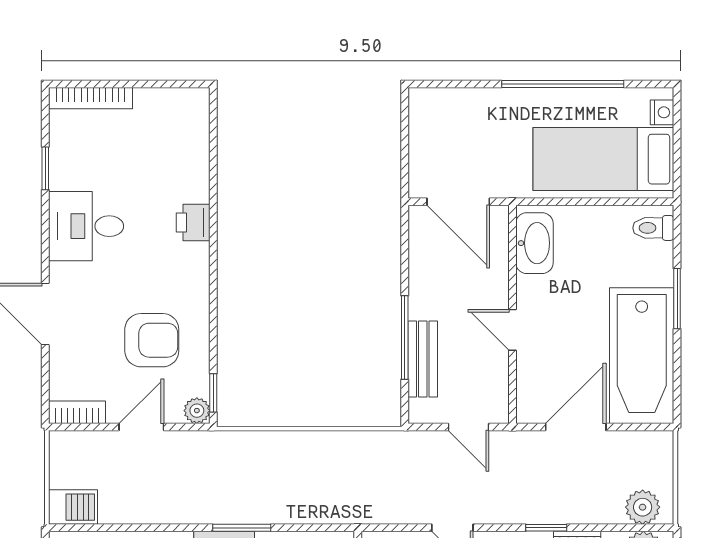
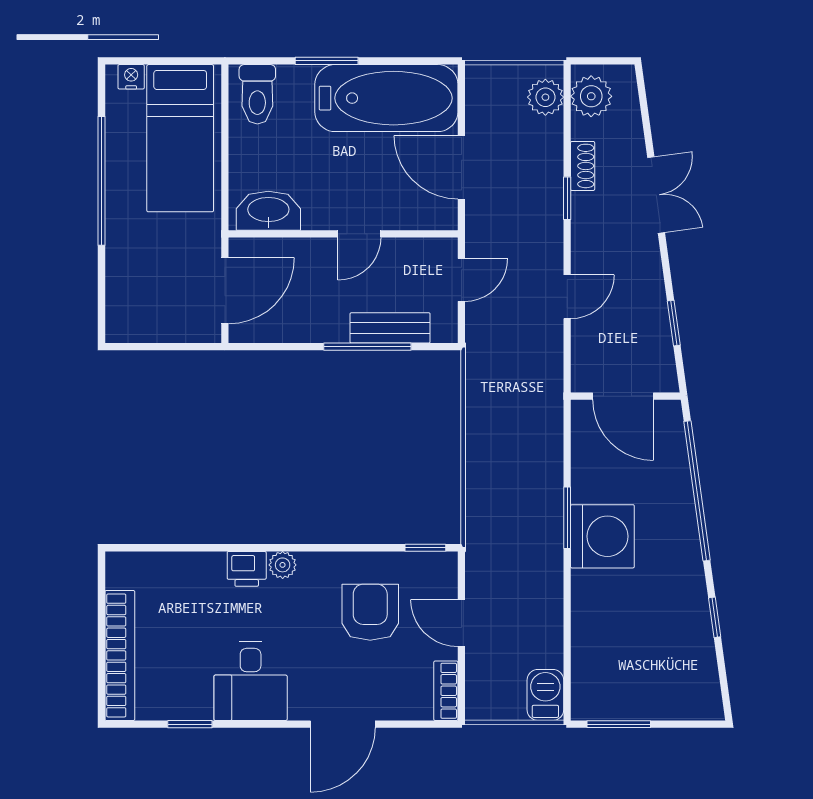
bookcase: (90, 98) -> (120, 655), width x1.48, depth x1.31
toilet: (653, 228) -> (257, 94), width x1.37, depth x1.39
plant: (197, 411) -> (283, 565), moved

